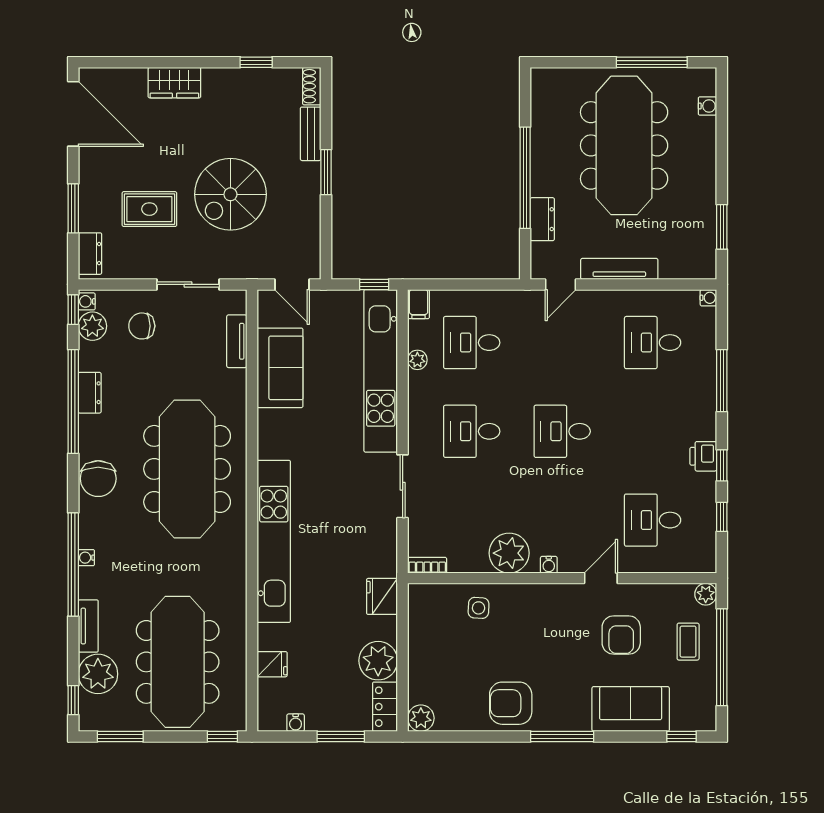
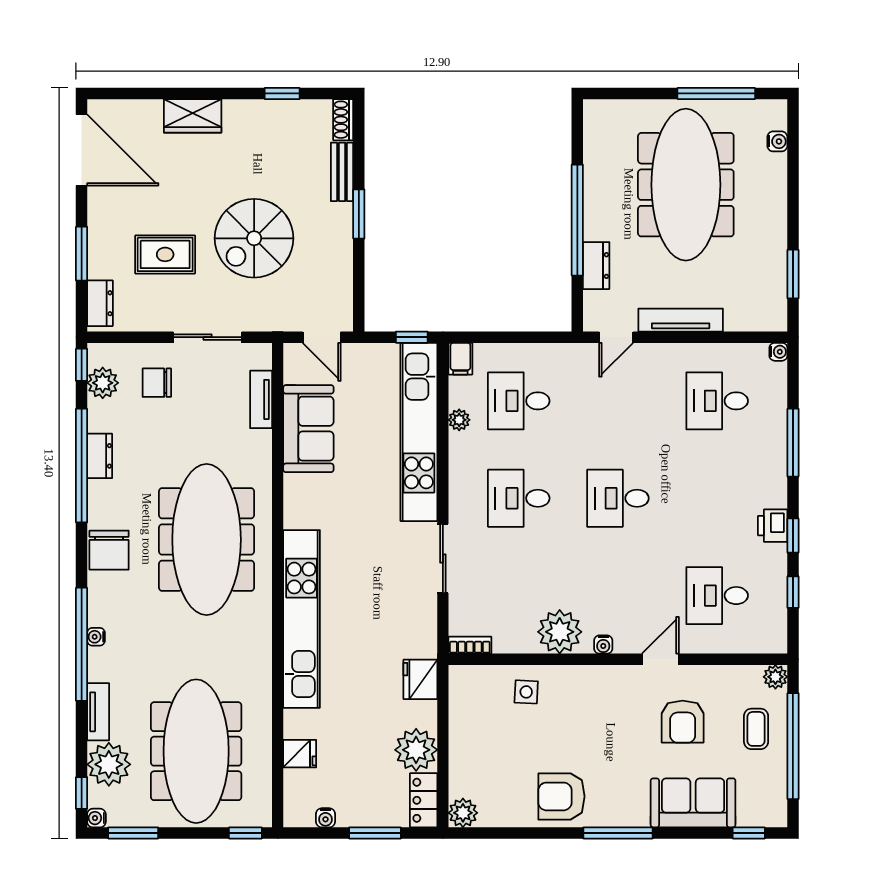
water cooler: (87, 301) -> (96, 818), moved

